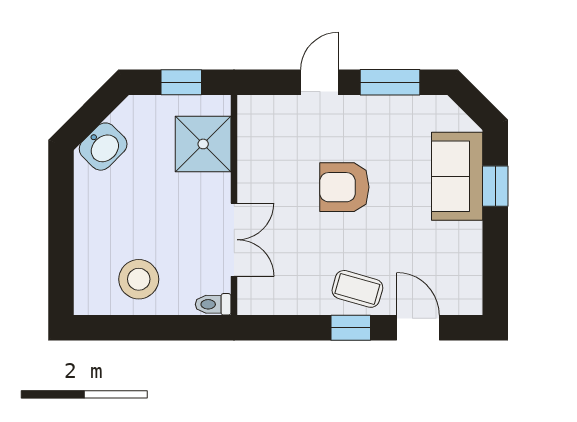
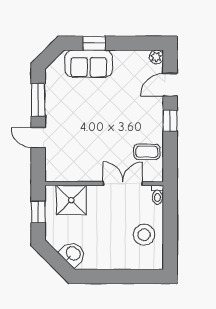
armchair: (344, 187) -> (95, 124), removed
coffee table: (357, 289) -> (147, 152), moved, turned 74
plant: (470, 302) -> (156, 57), added

